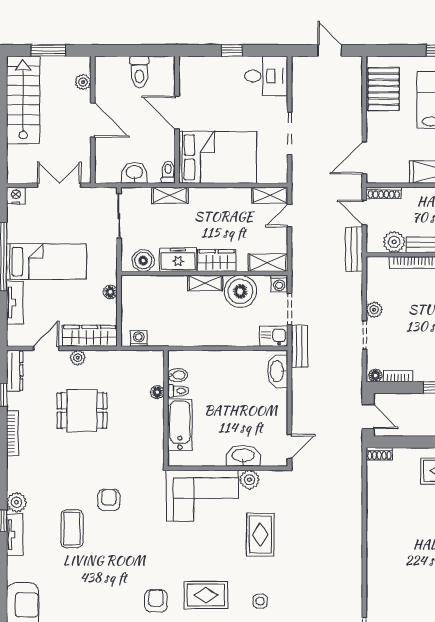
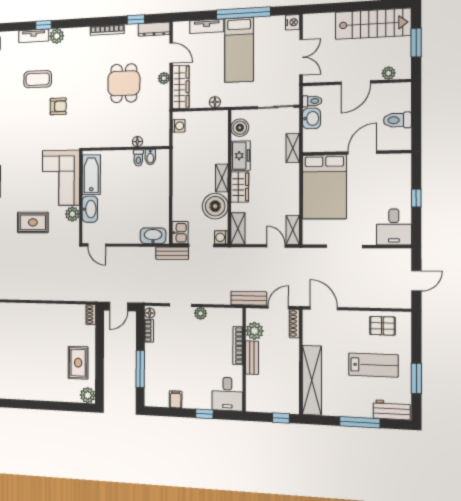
pallet: (384, 89) -> (382, 326), width x0.67, depth x0.71
toilet: (168, 172) -> (312, 101), moved
bathtub: (180, 425) -> (91, 175), moved, turned -90

